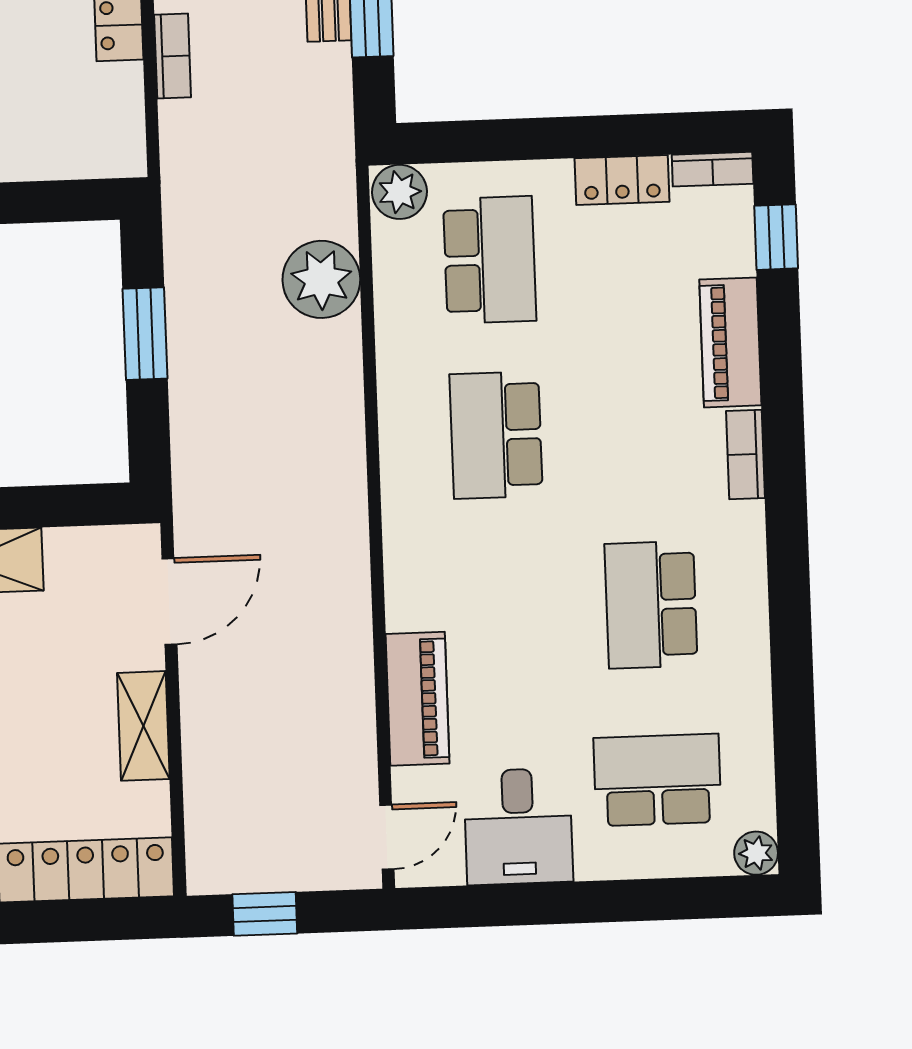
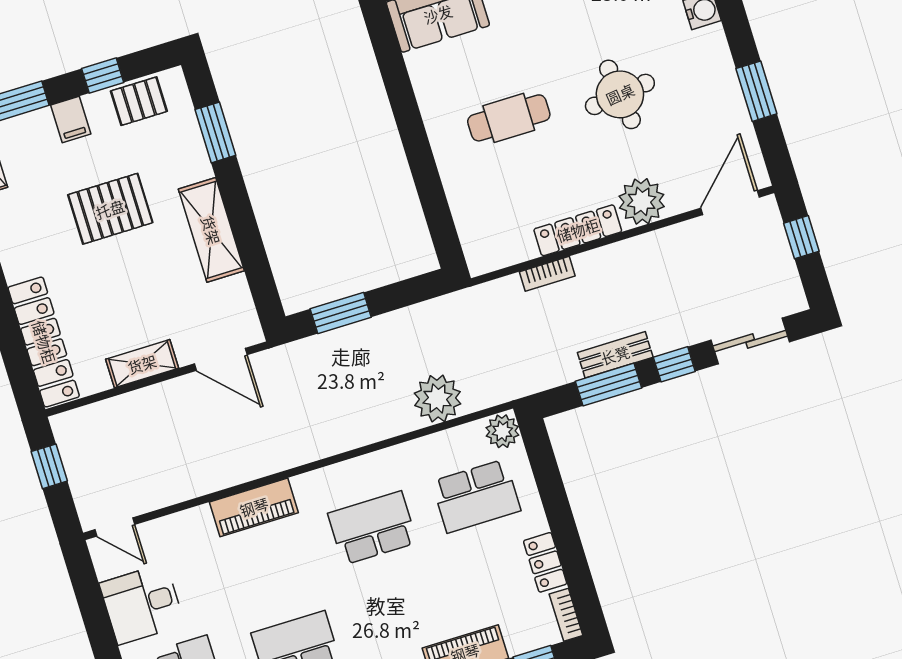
window: (145, 334) -> (341, 313), moved
piano: (418, 699) -> (254, 507), moved

